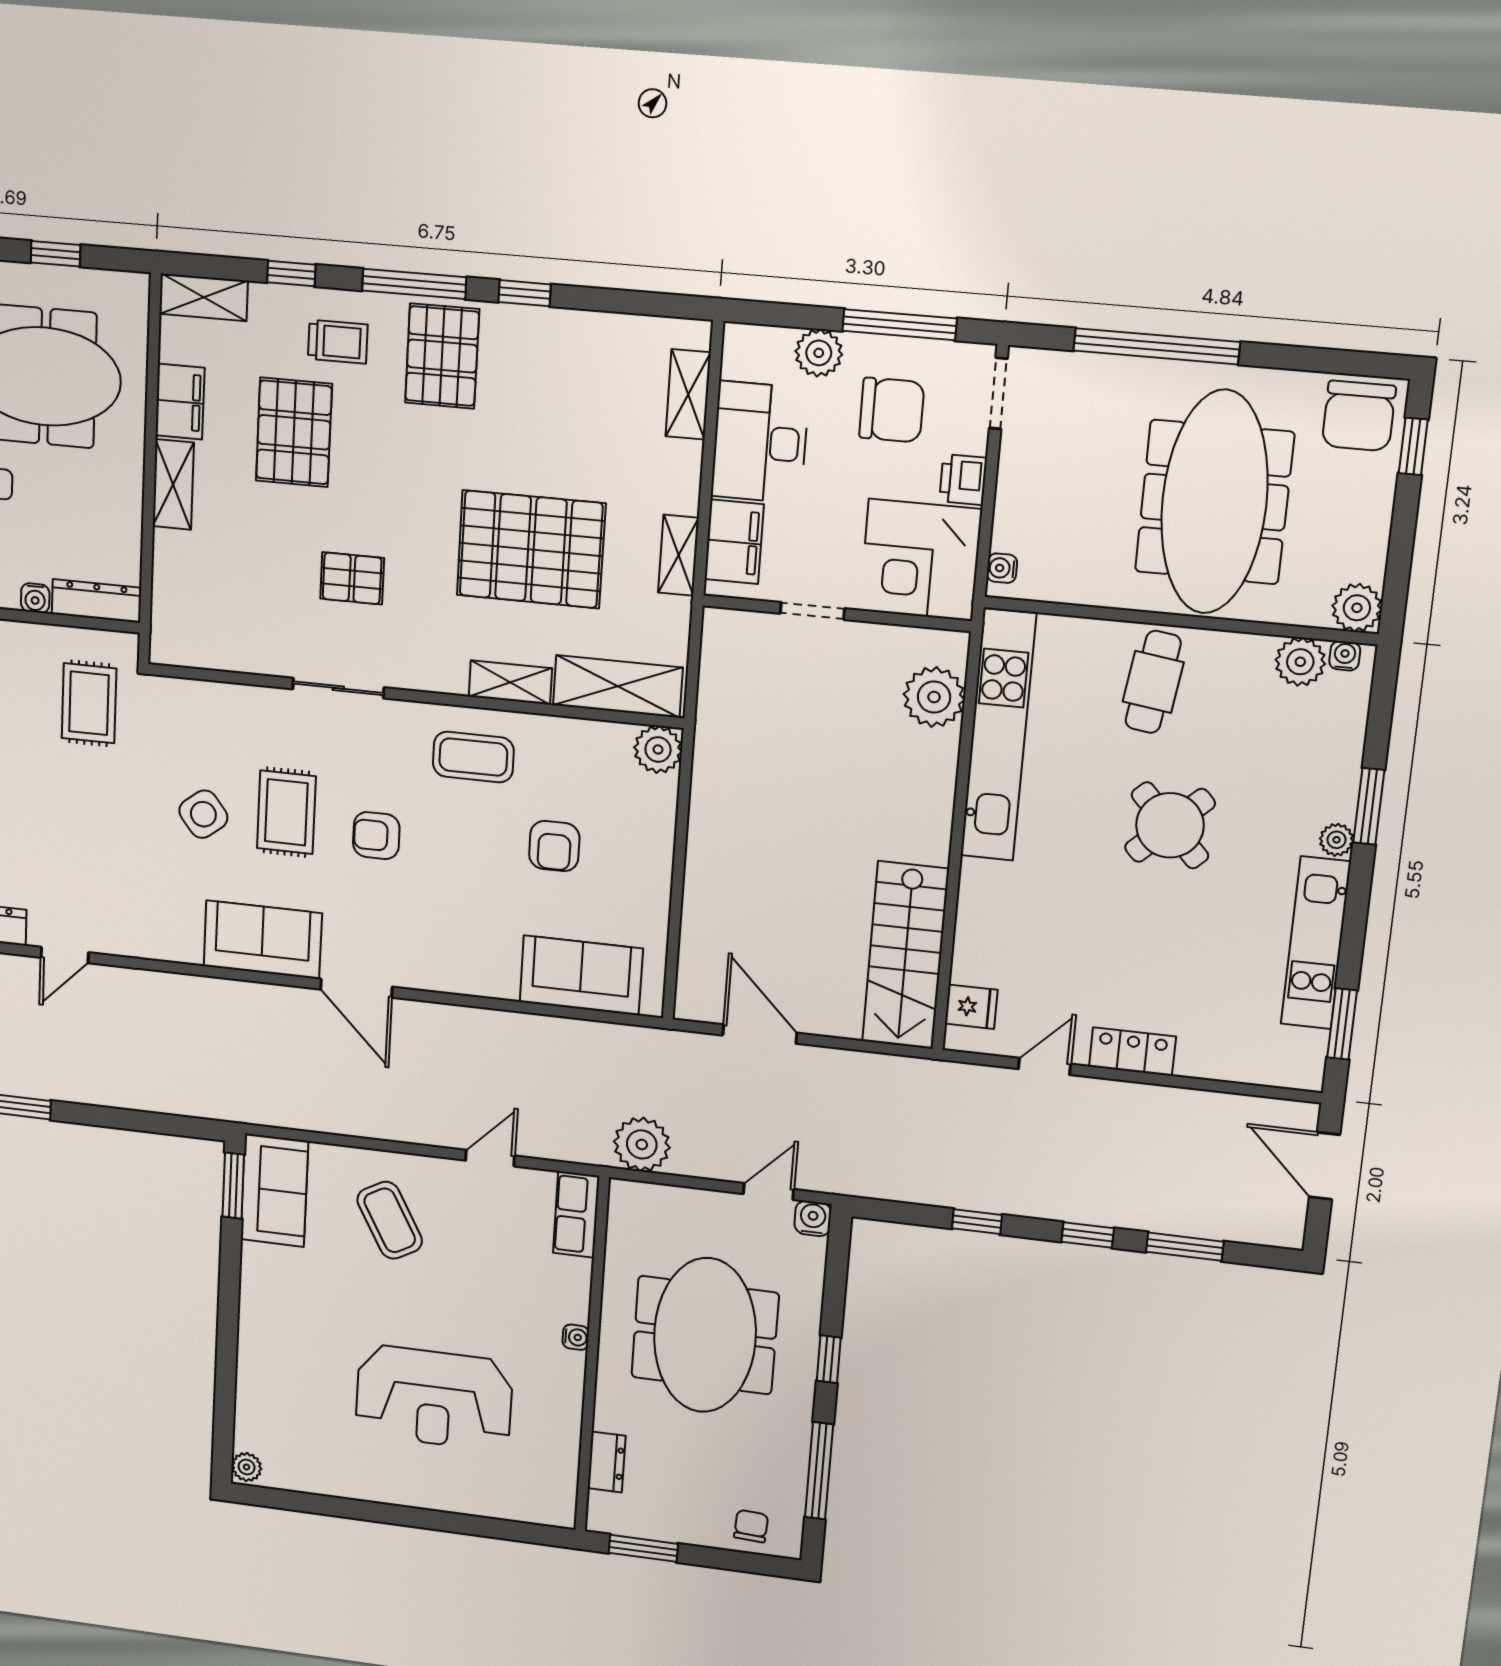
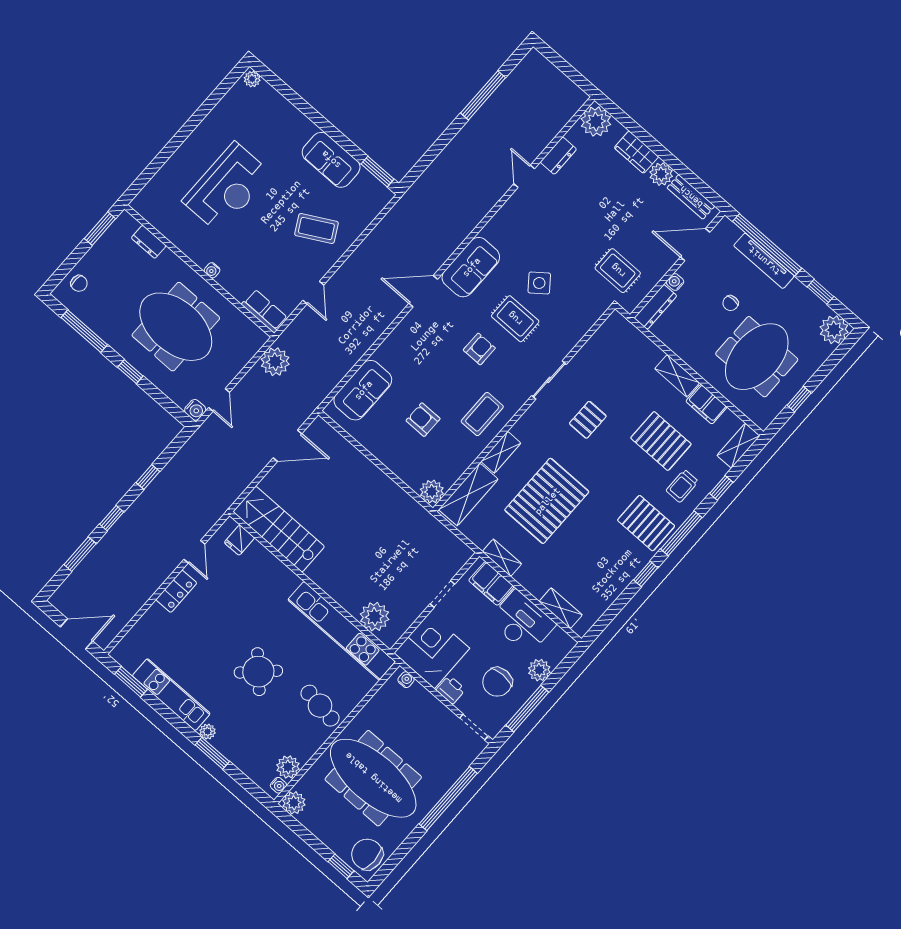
sofa: (274, 1190) -> (331, 160), moved
reception desk: (434, 1398) -> (227, 187), turned 180

